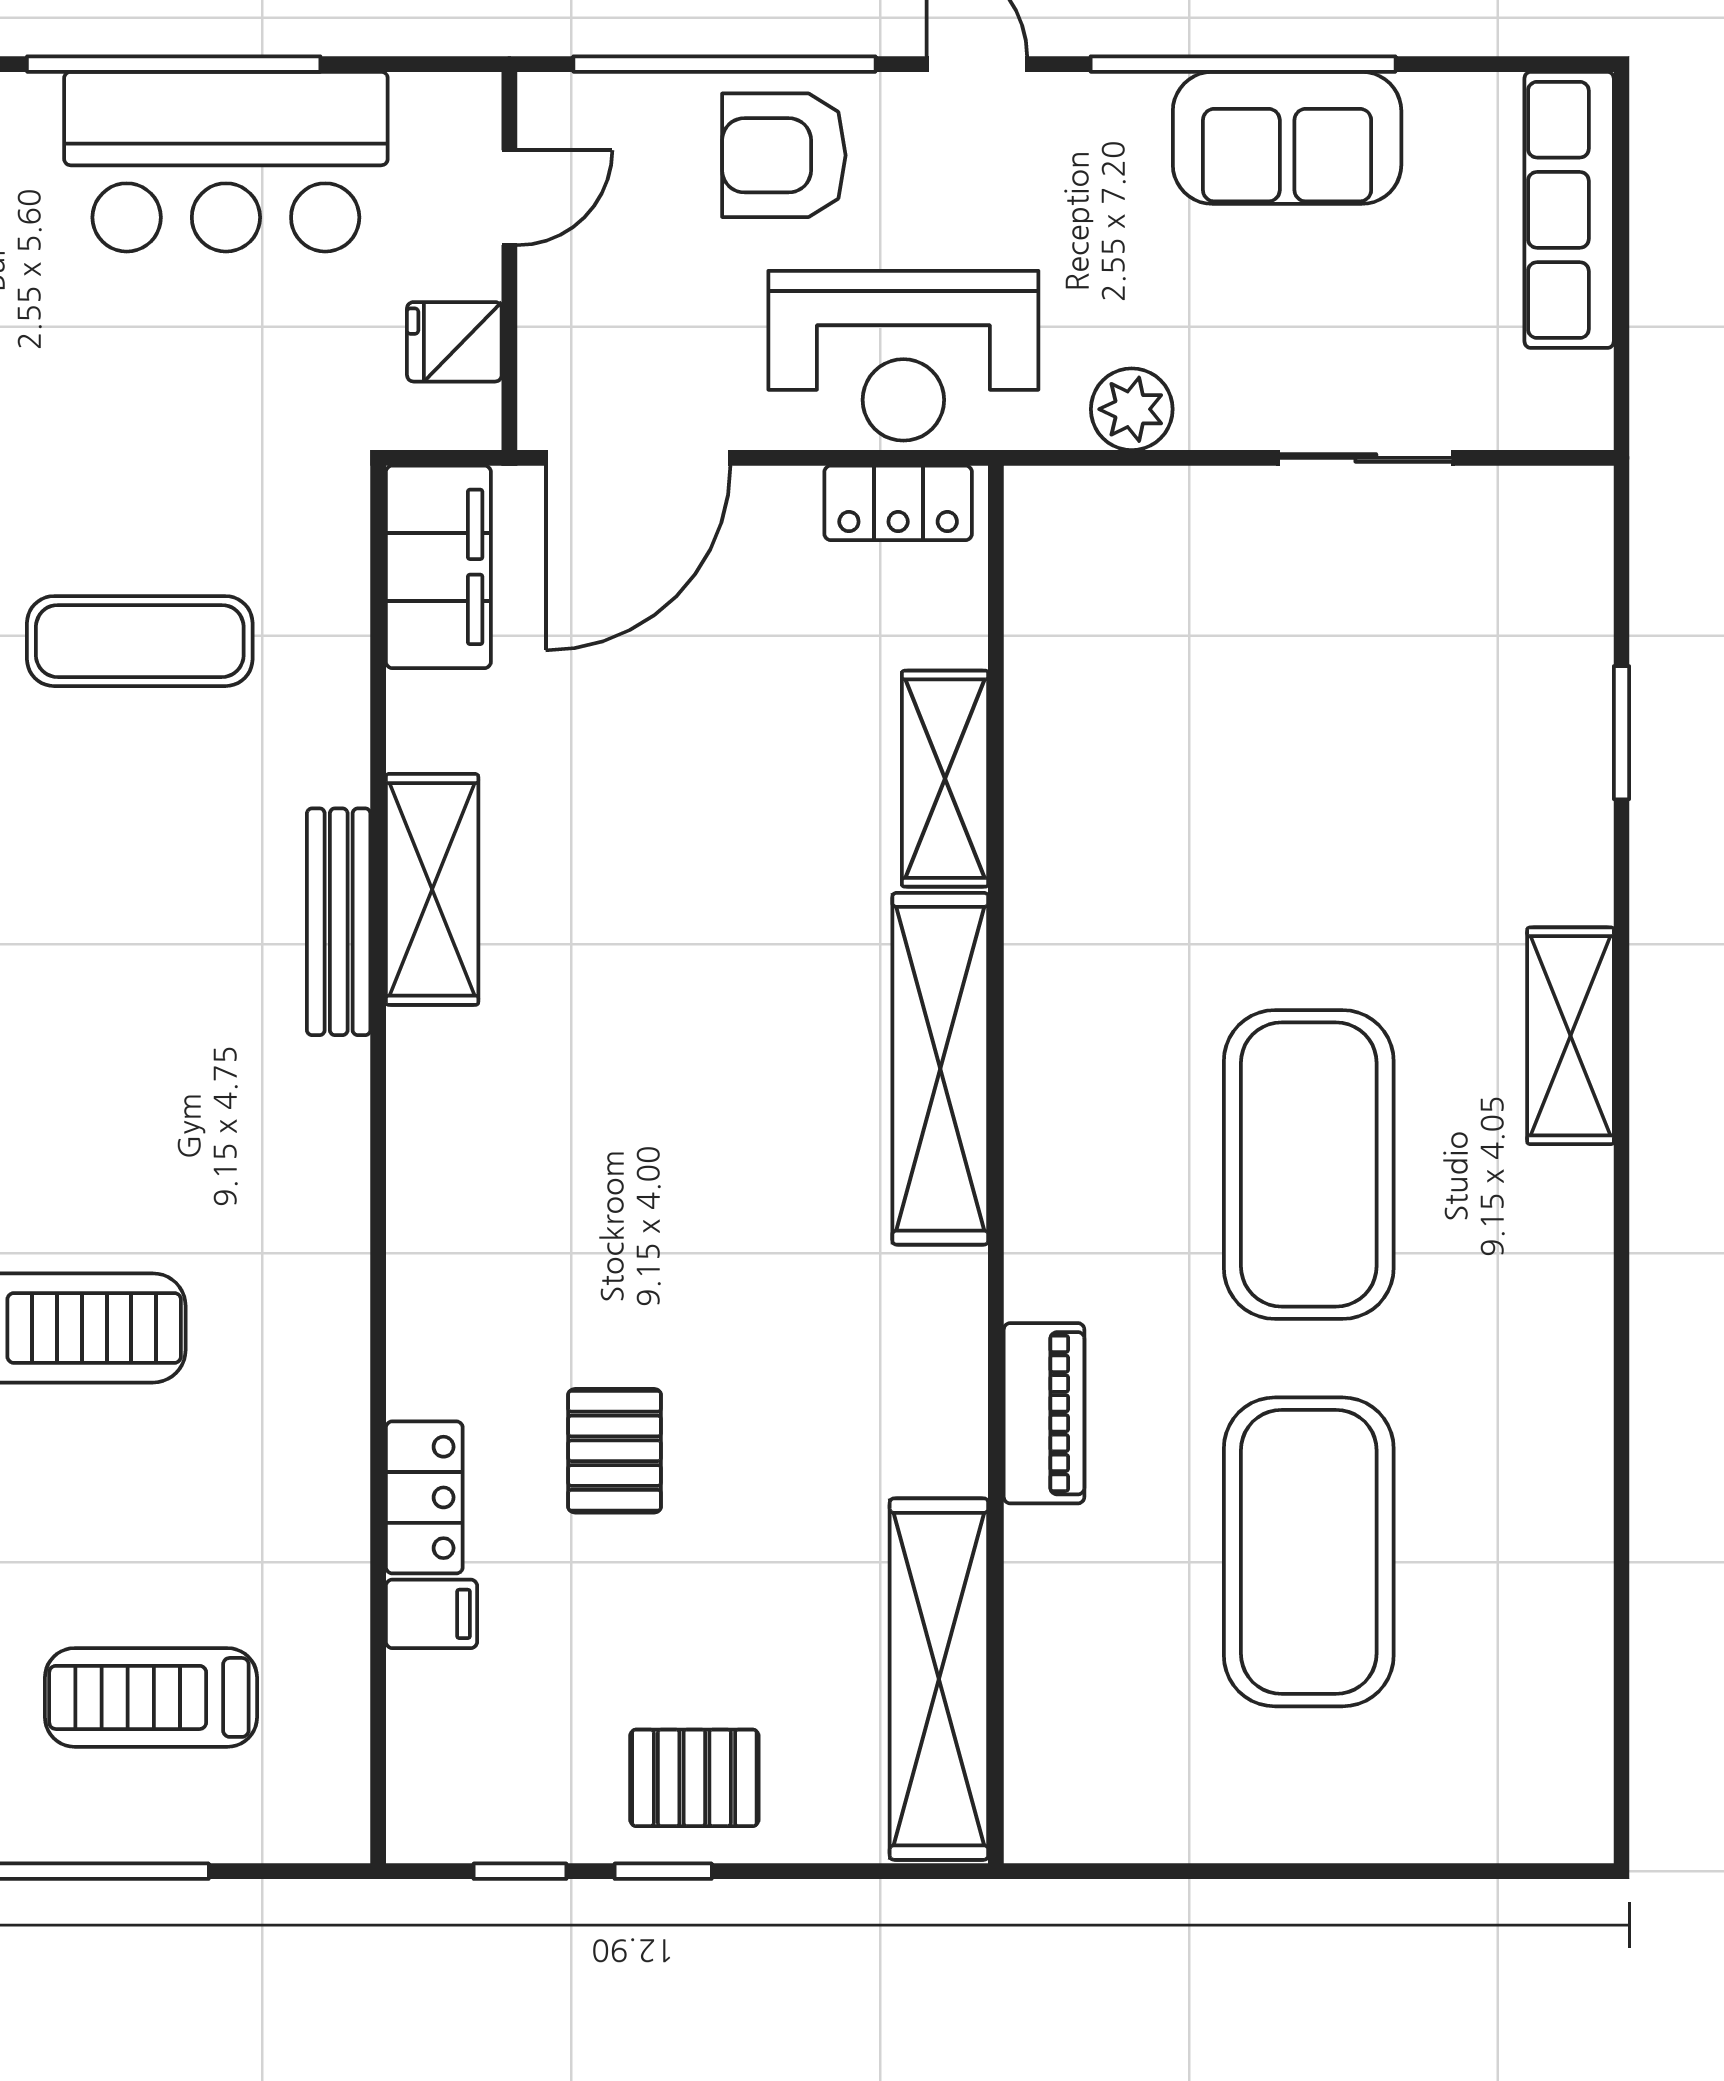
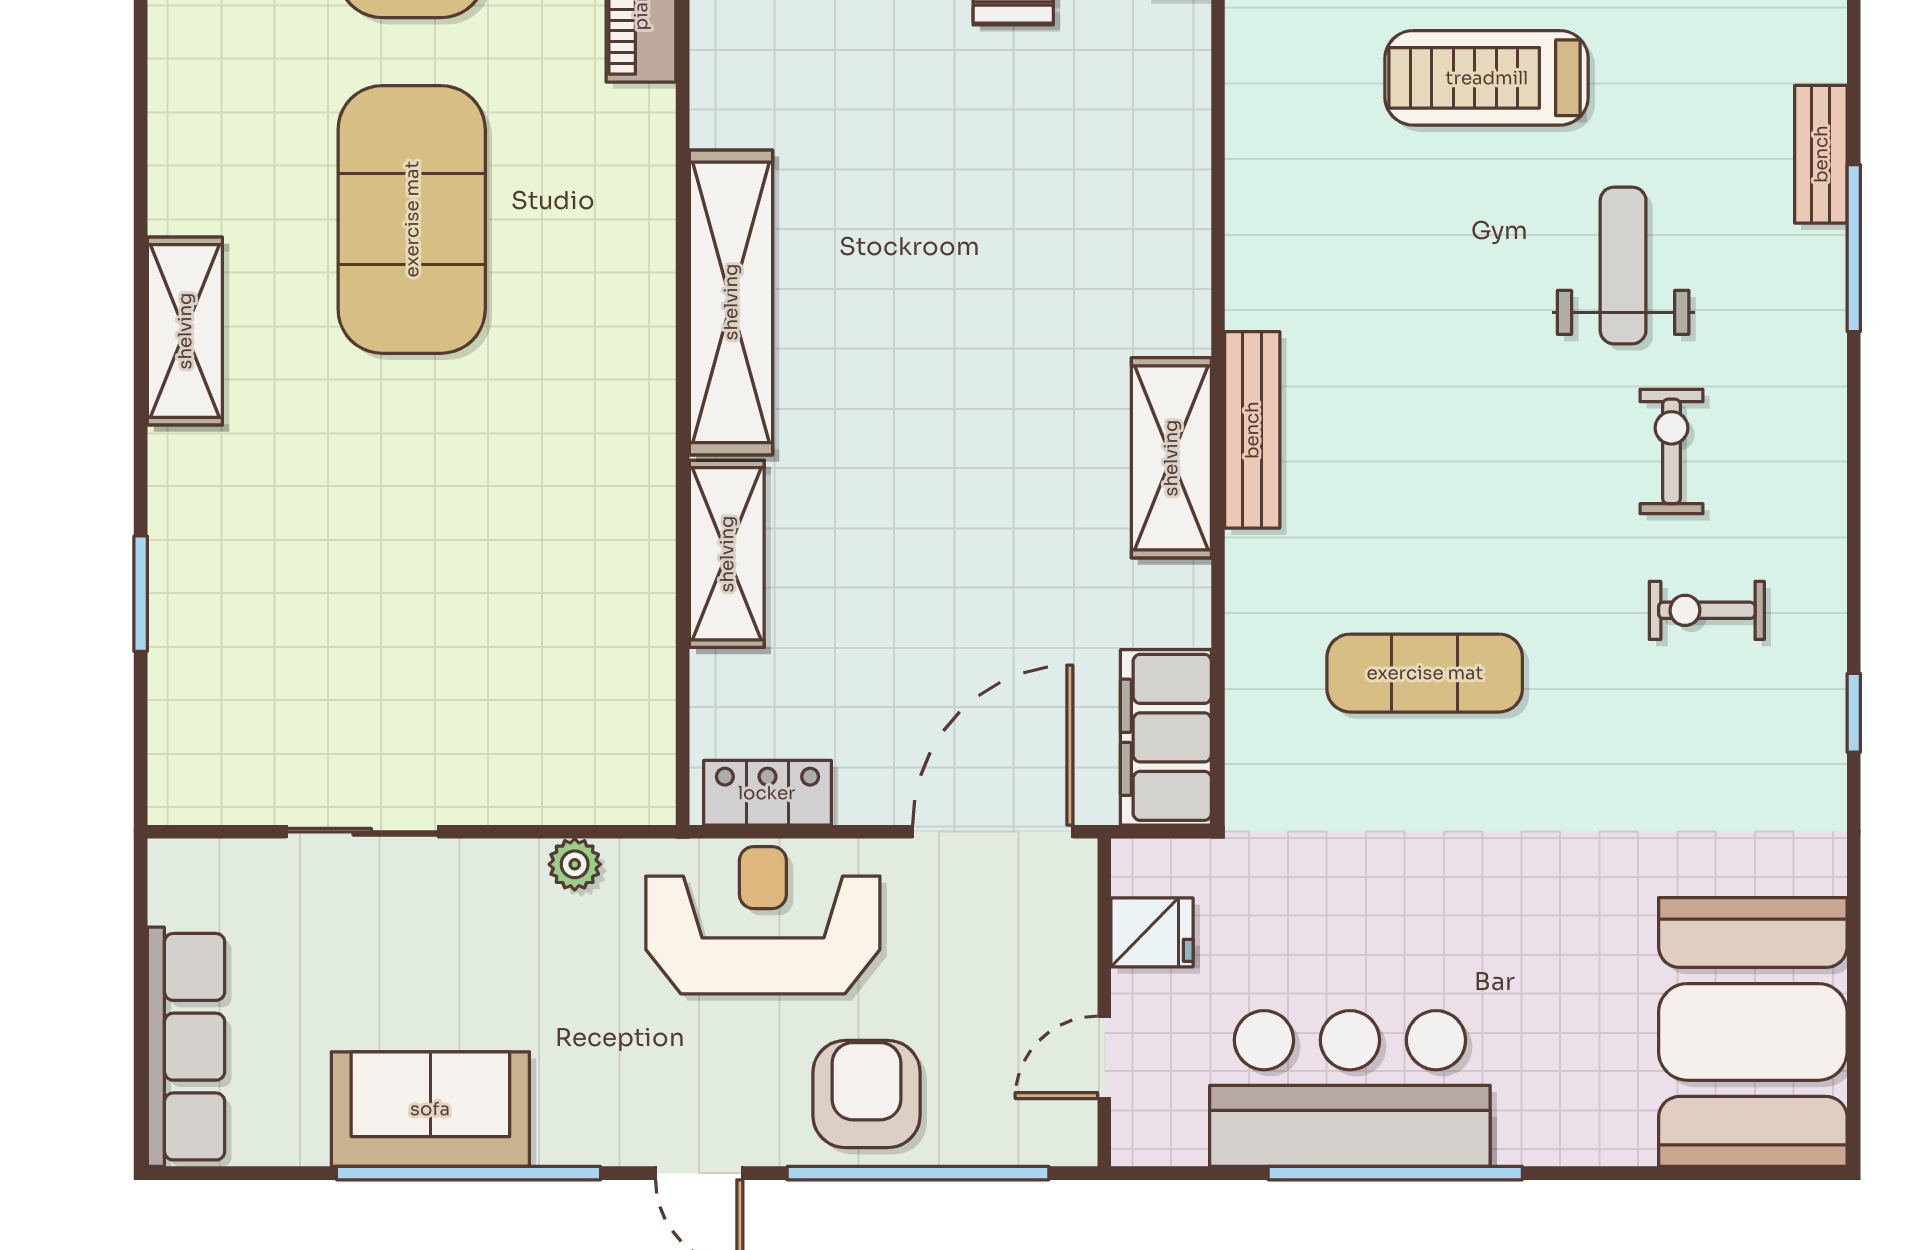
armchair: (784, 155) -> (866, 1094), turned -90
plant: (1132, 409) -> (575, 864), width x0.73, depth x0.73

